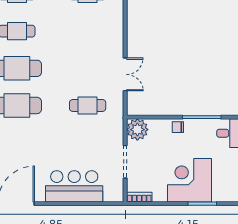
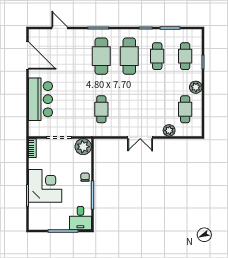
plant: (116, 15) -> (169, 130), added
double door: (125, 74) -> (140, 137), moved

